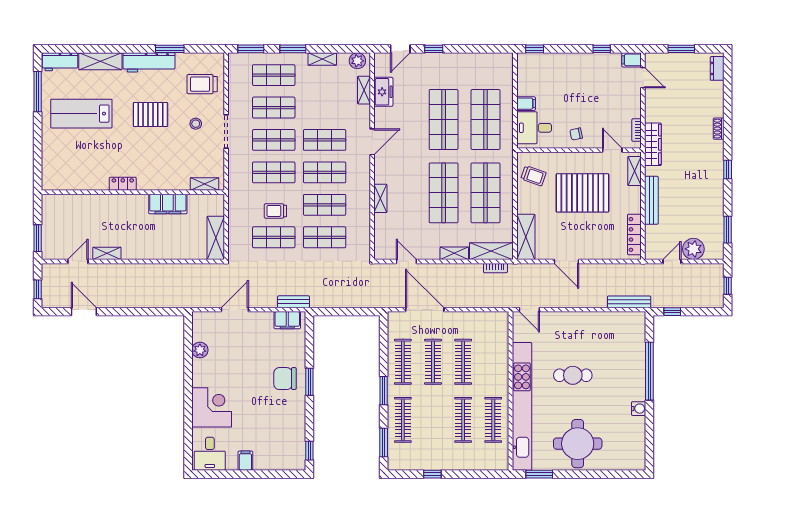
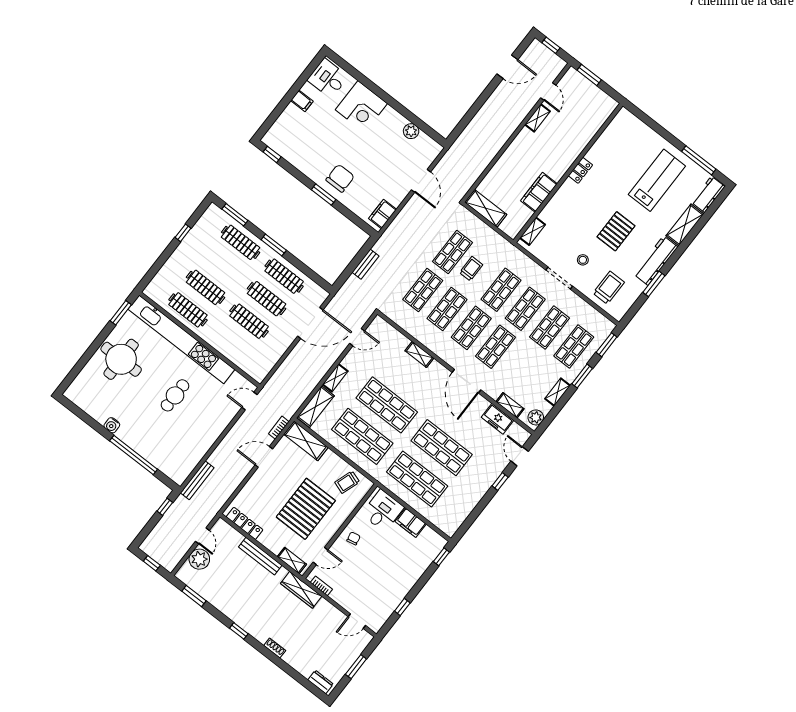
filing cabinet: (631, 60) -> (377, 623), removed
filing cabinet: (526, 104) -> (411, 523), width x2.00
door: (372, 142) -> (466, 381), width x1.36
bookcase: (495, 268) -> (279, 428), moved
bench: (294, 302) -> (366, 264), moved

